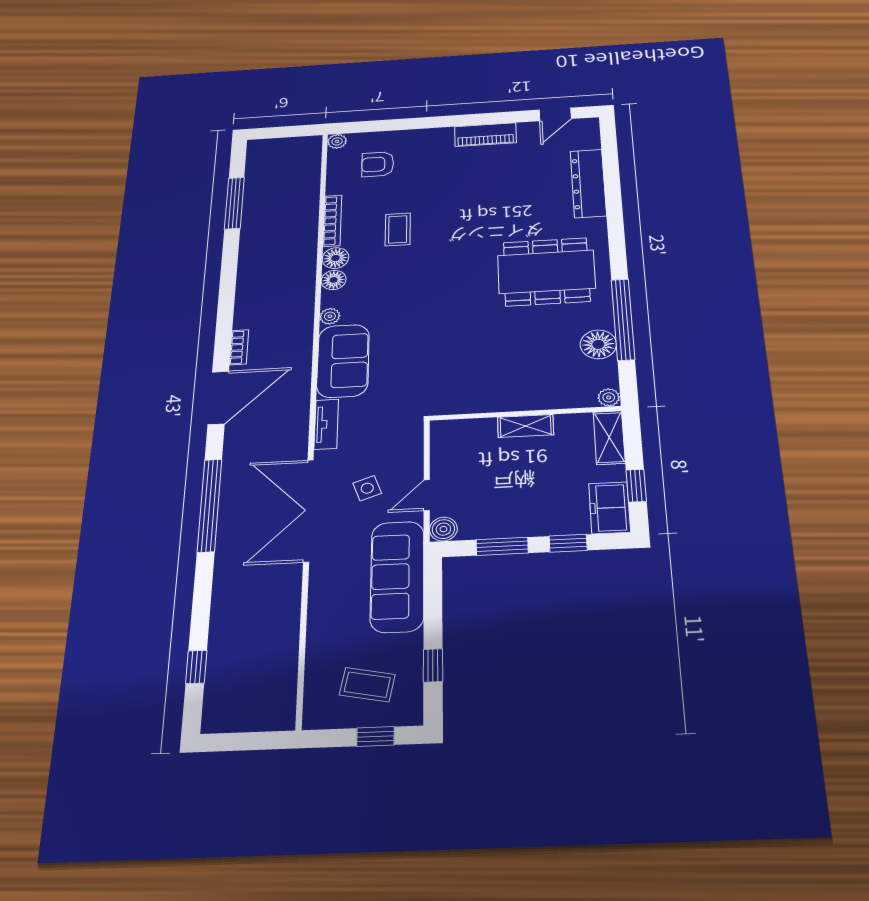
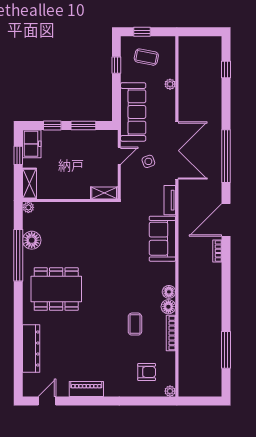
plant: (330, 316) -> (170, 84), moved
shelving: (526, 426) -> (104, 193), moved
boiler: (443, 529) -> (111, 136), removed

